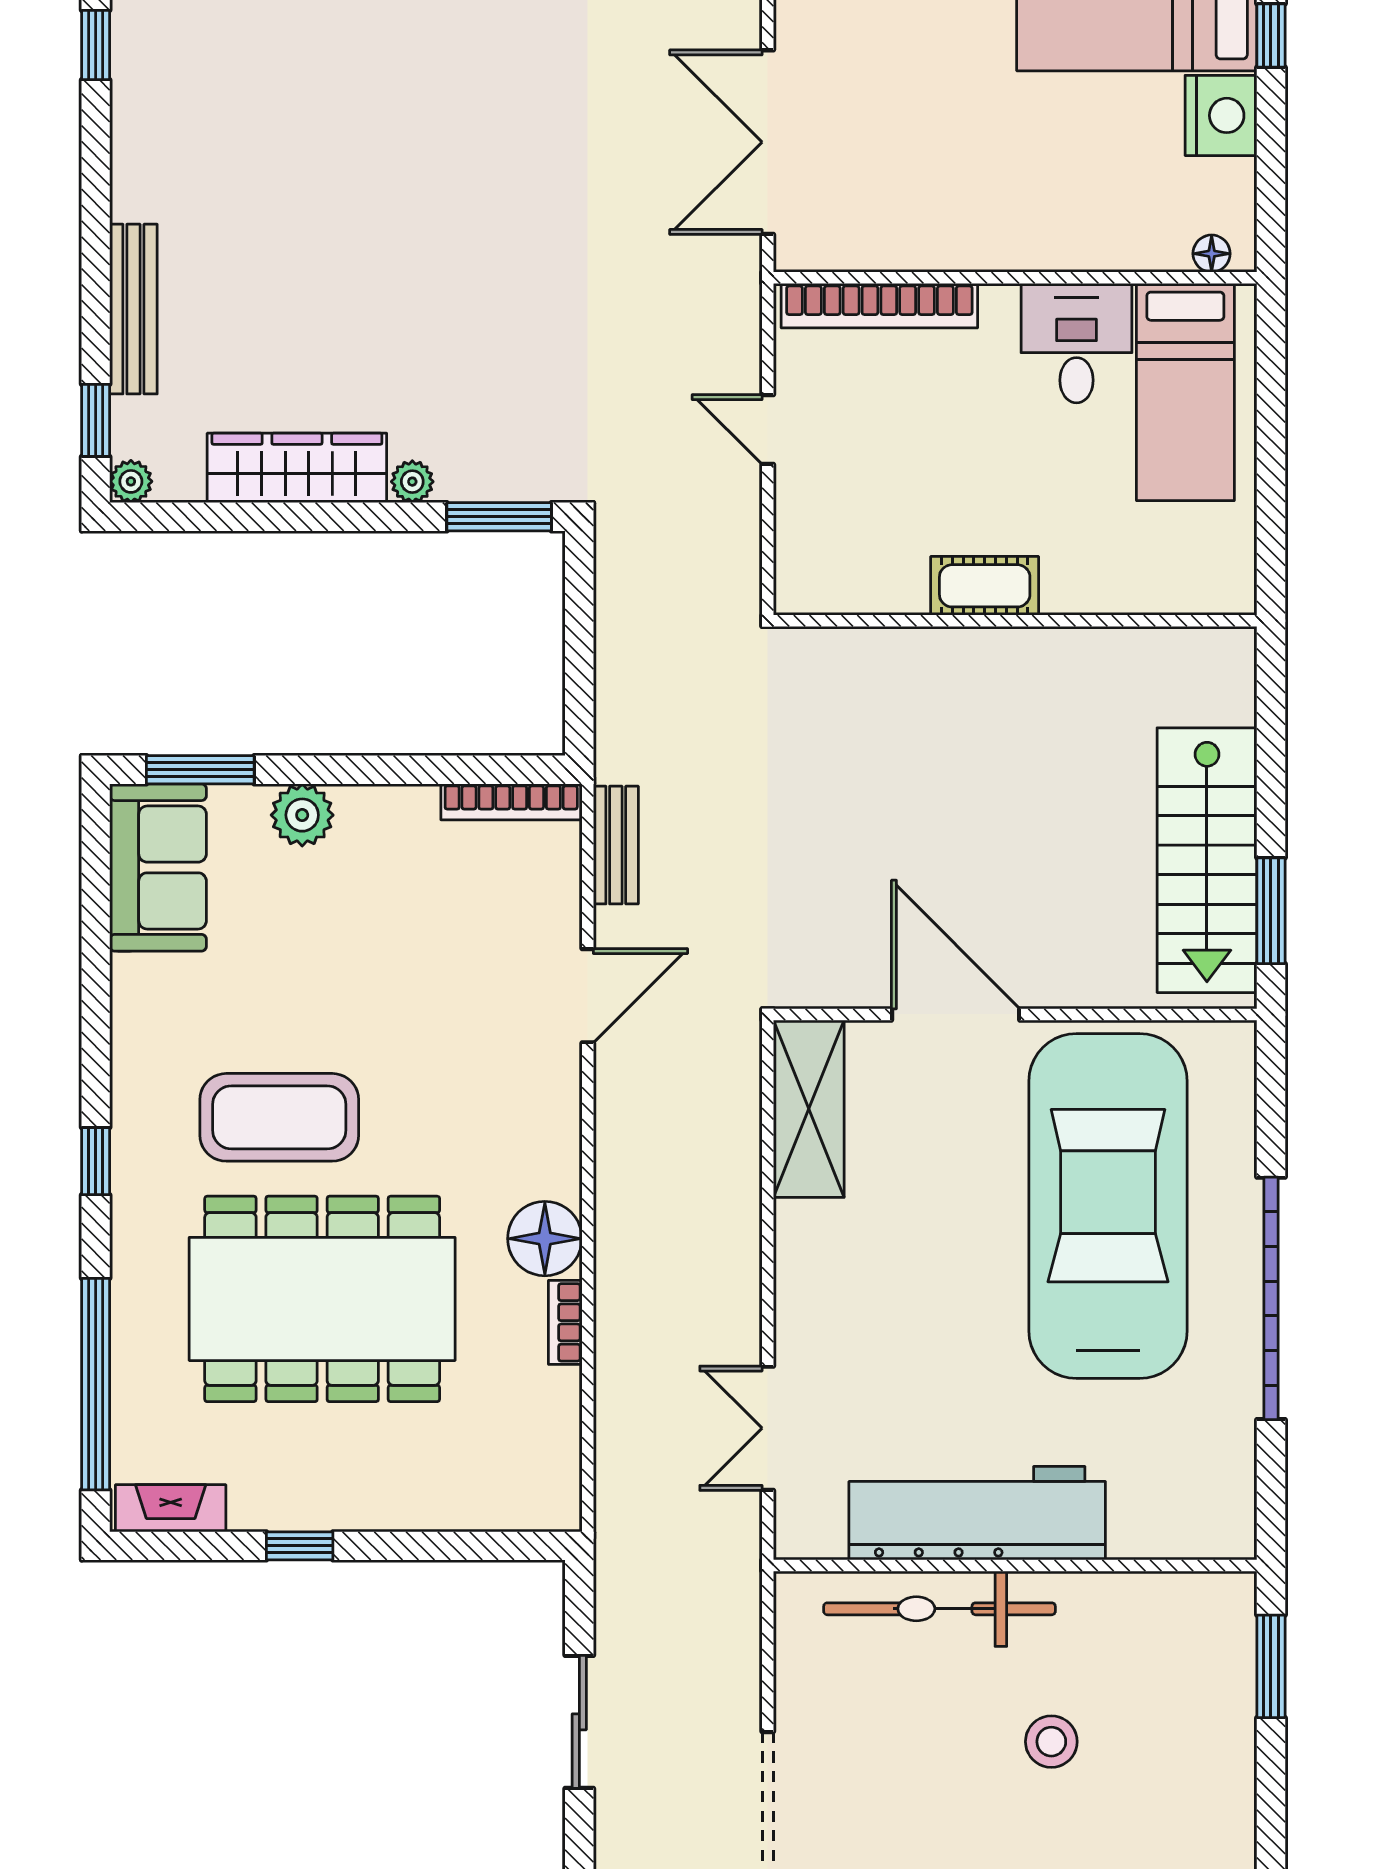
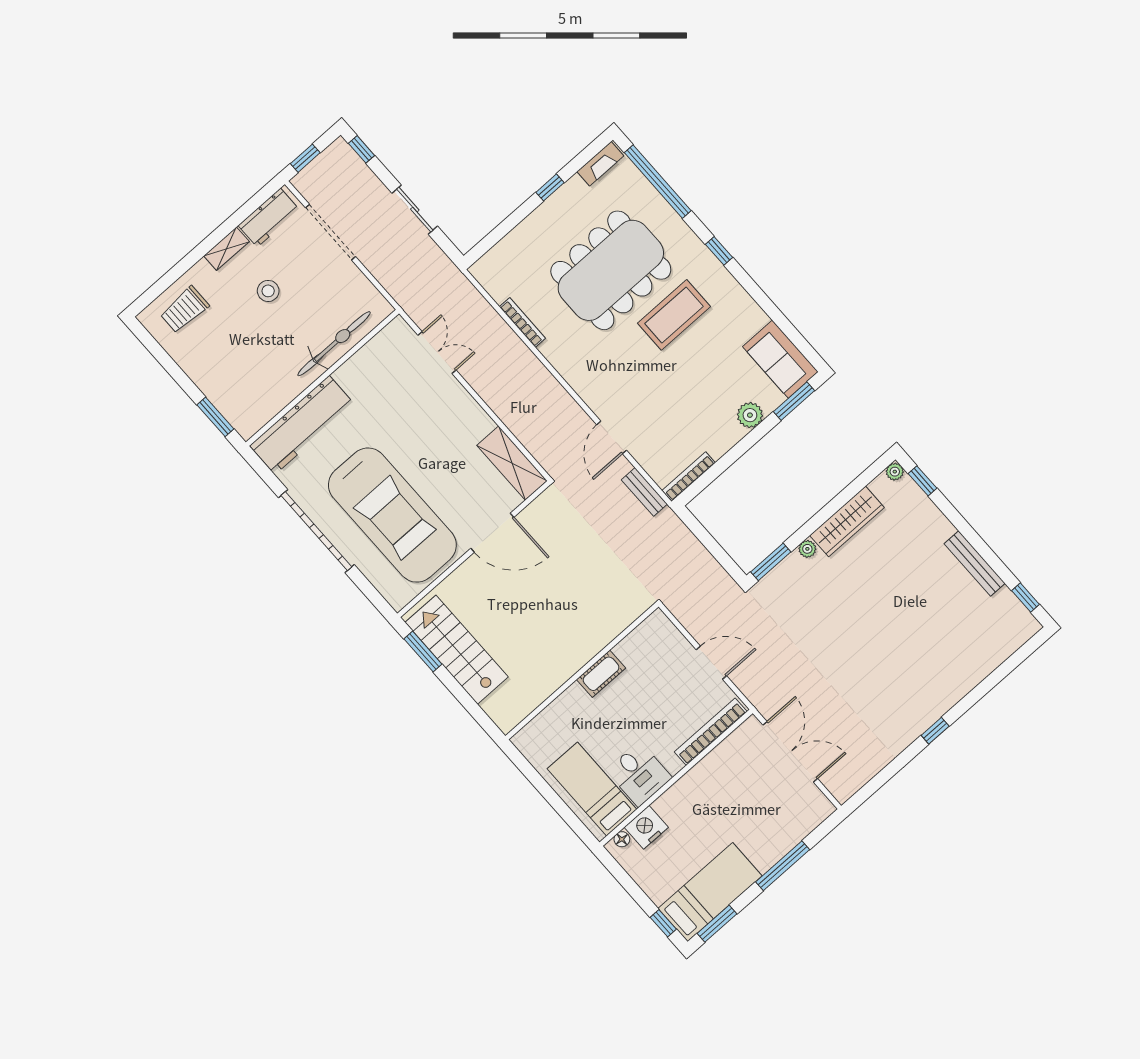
nightstand: (1221, 115) -> (646, 827), moved, turned 90
bench: (133, 309) -> (975, 564), moved
door: (768, 430) -> (711, 663), width x1.37
floor lamp: (545, 1239) -> (558, 350), removed
bookcase: (565, 1322) -> (522, 322), width x1.56
workbench: (977, 1513) -> (302, 425), moved
stool: (1051, 1742) -> (268, 291), moved

